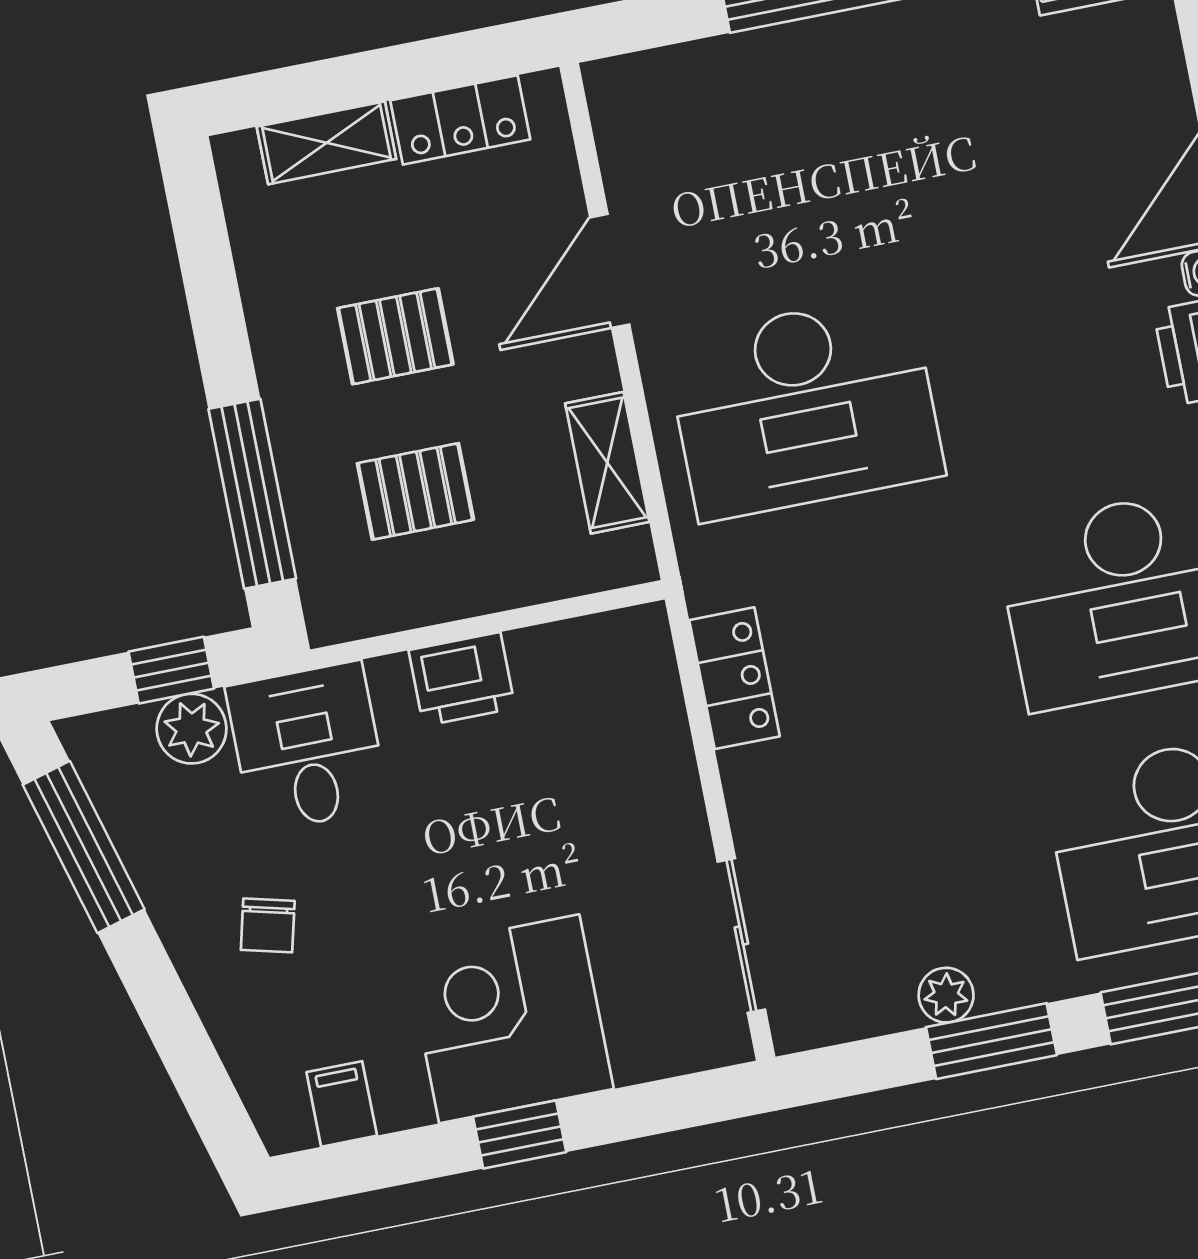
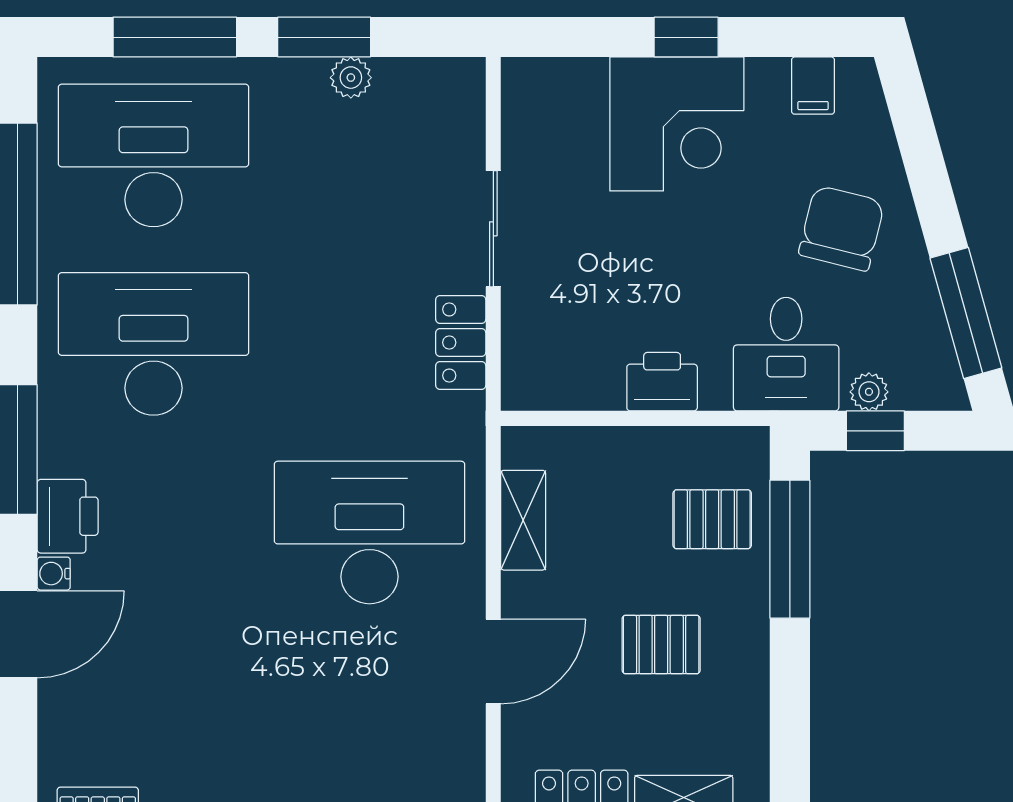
pallet: (415, 491) -> (712, 519), moved
plant: (192, 729) -> (869, 392), width x0.73, depth x0.73
chair: (268, 925) -> (841, 228), width x1.87, depth x1.87
sliding door: (741, 936) -> (493, 229), moved

